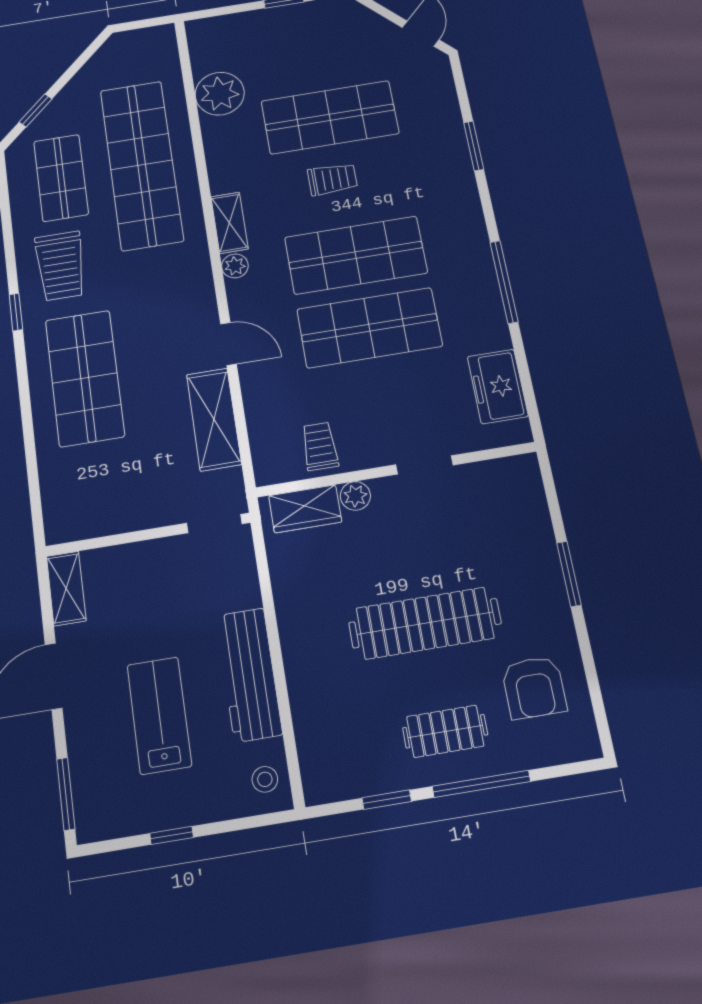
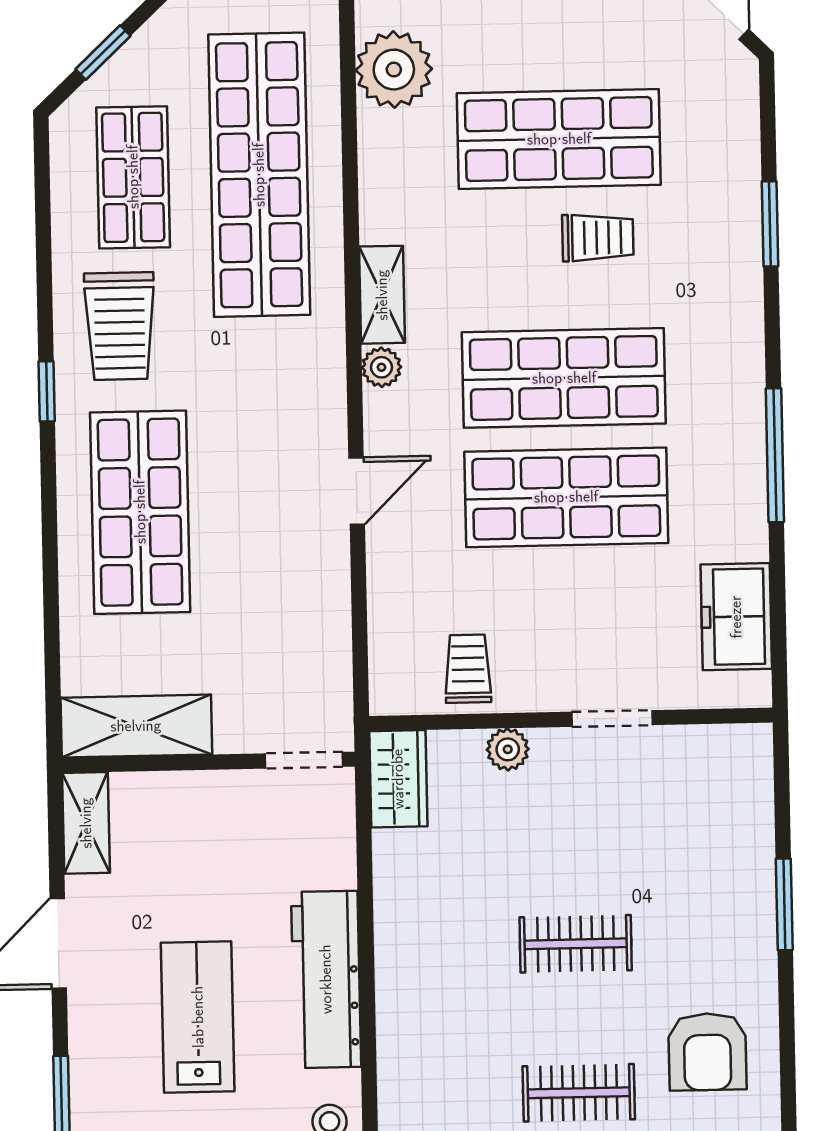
trolley: (332, 179) -> (598, 238), moved
door: (228, 344) -> (357, 491), hinge flipped
shelving: (214, 419) -> (136, 726), moved, turned 90
wardrobe: (305, 509) -> (398, 779), moved, turned -90
clothes rail: (425, 623) -> (576, 944), width x0.54, depth x0.76

